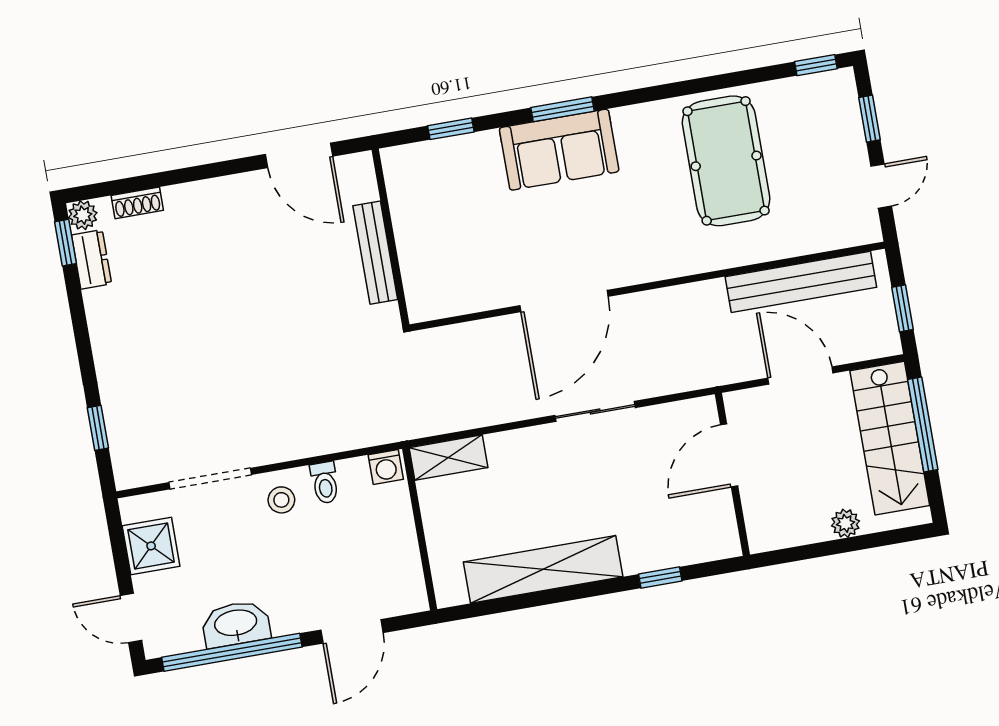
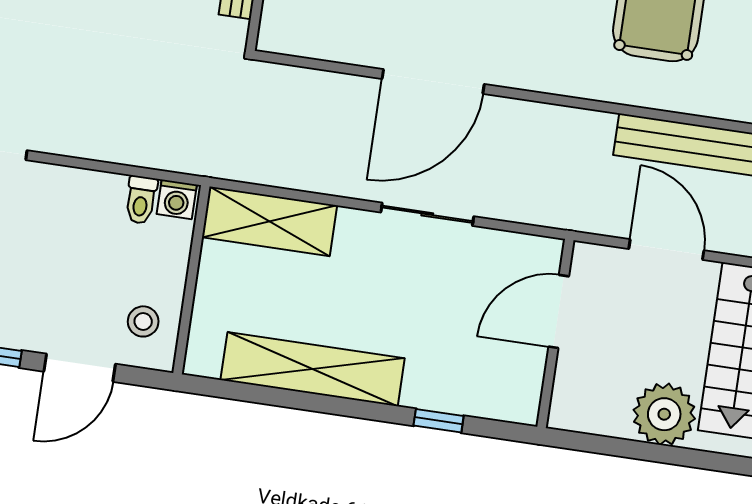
shelving: (449, 458) -> (270, 221), width x1.50, depth x1.33
toilet: (325, 483) -> (141, 200), moved
stool: (281, 500) -> (143, 321), moved
plant: (845, 523) -> (664, 414), width x1.88, depth x1.88

